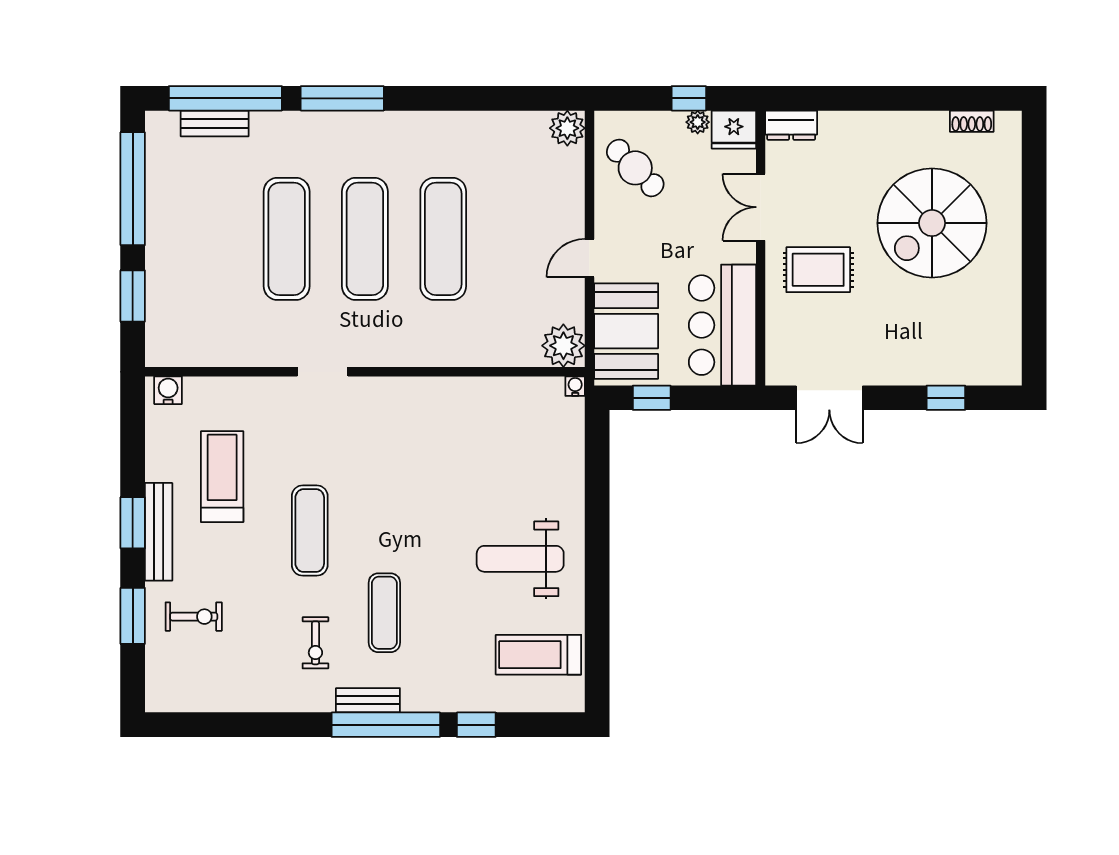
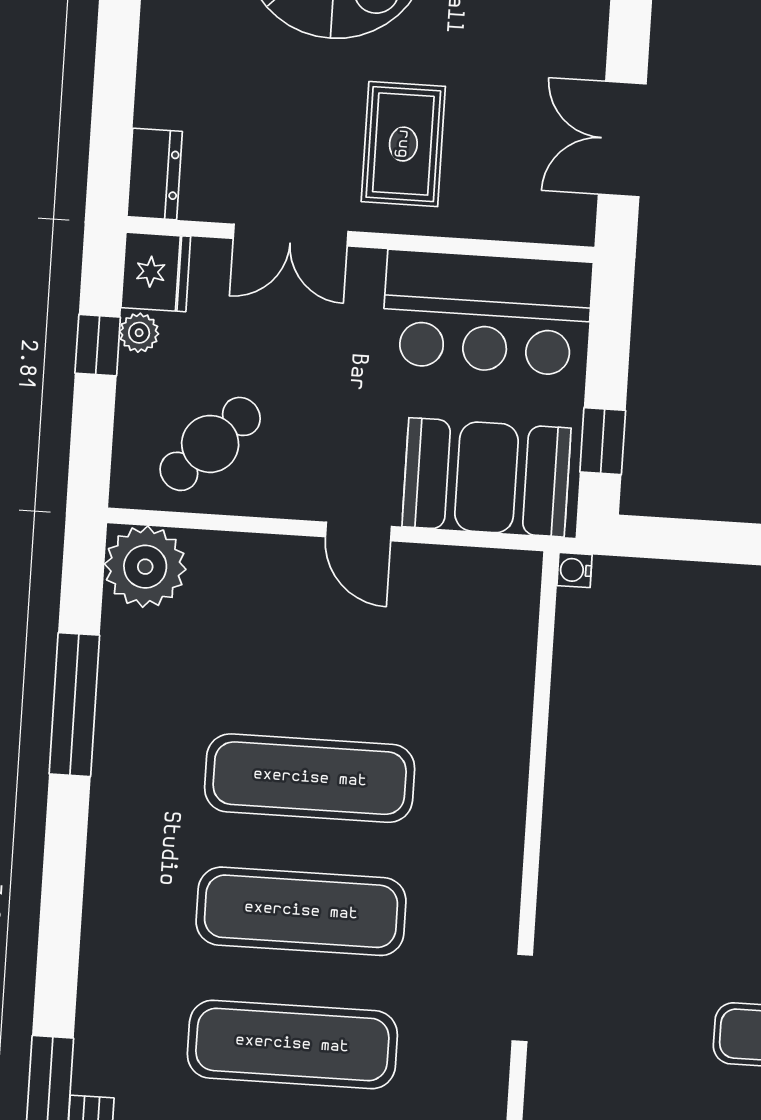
window: (342, 98) -> (74, 705), moved
plant: (567, 128) -> (145, 567), width x1.36, depth x1.36
plant: (563, 346) -> (504, 586), removed
double door: (829, 398) -> (622, 139), swing flipped

